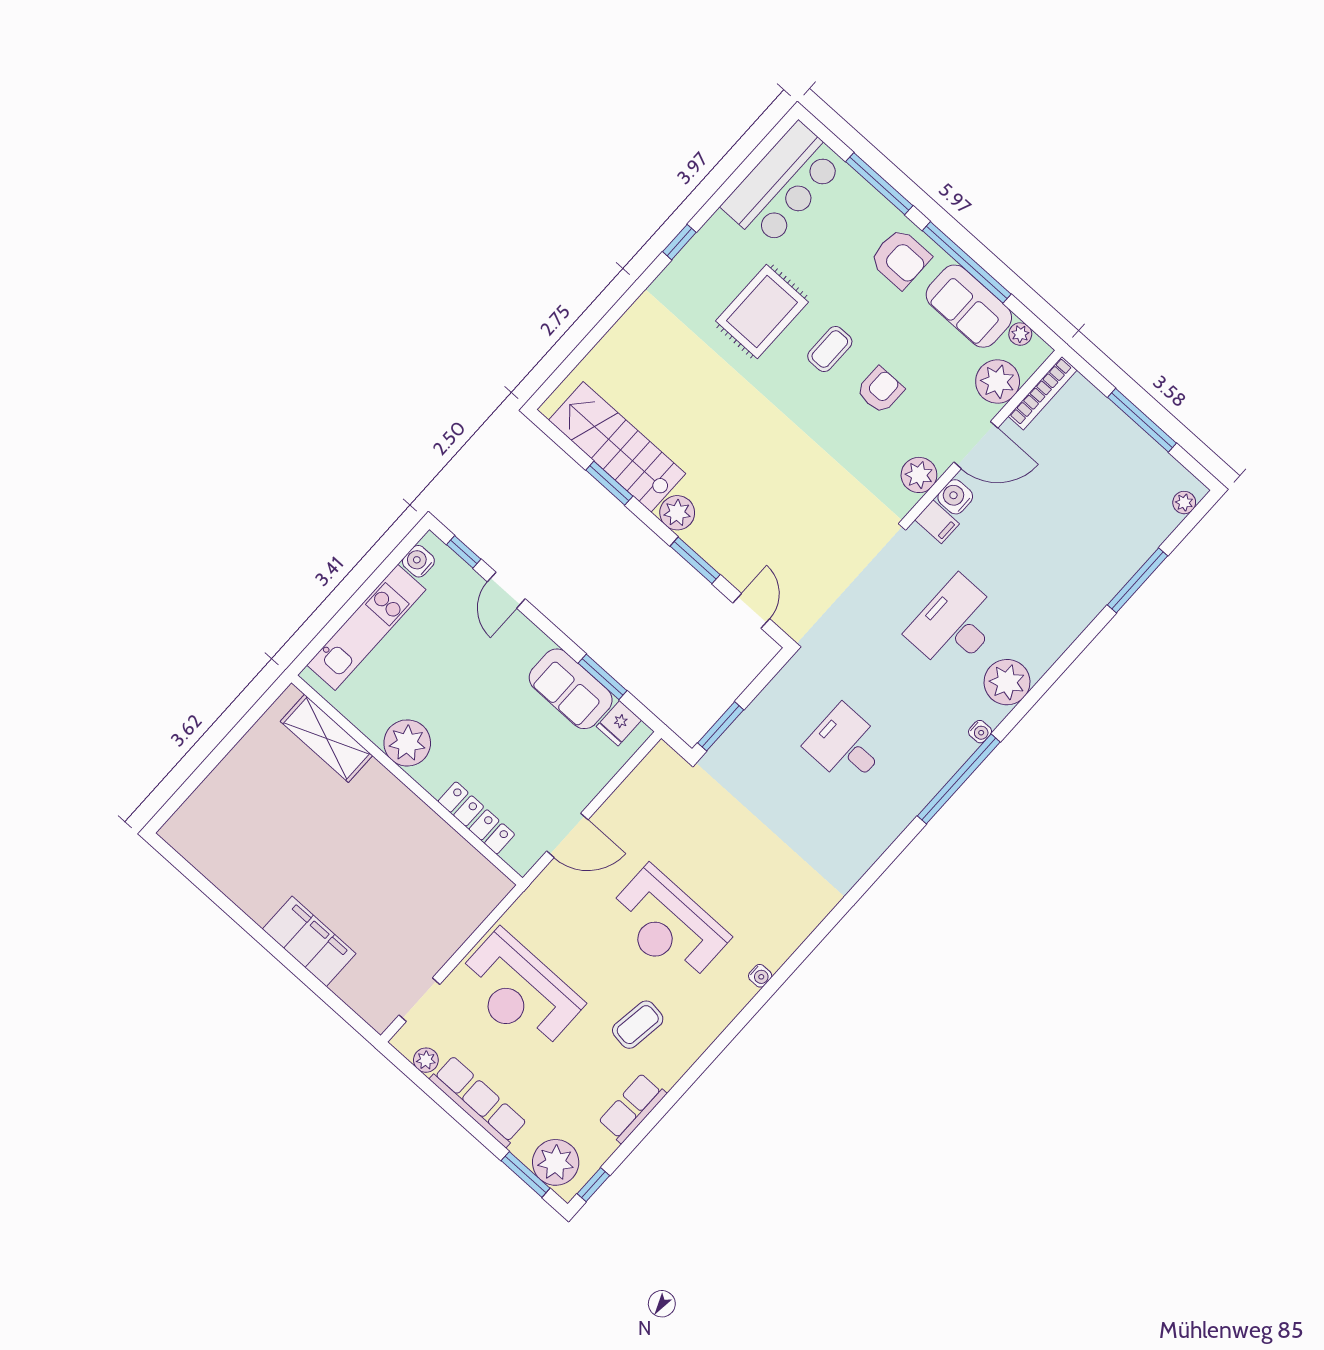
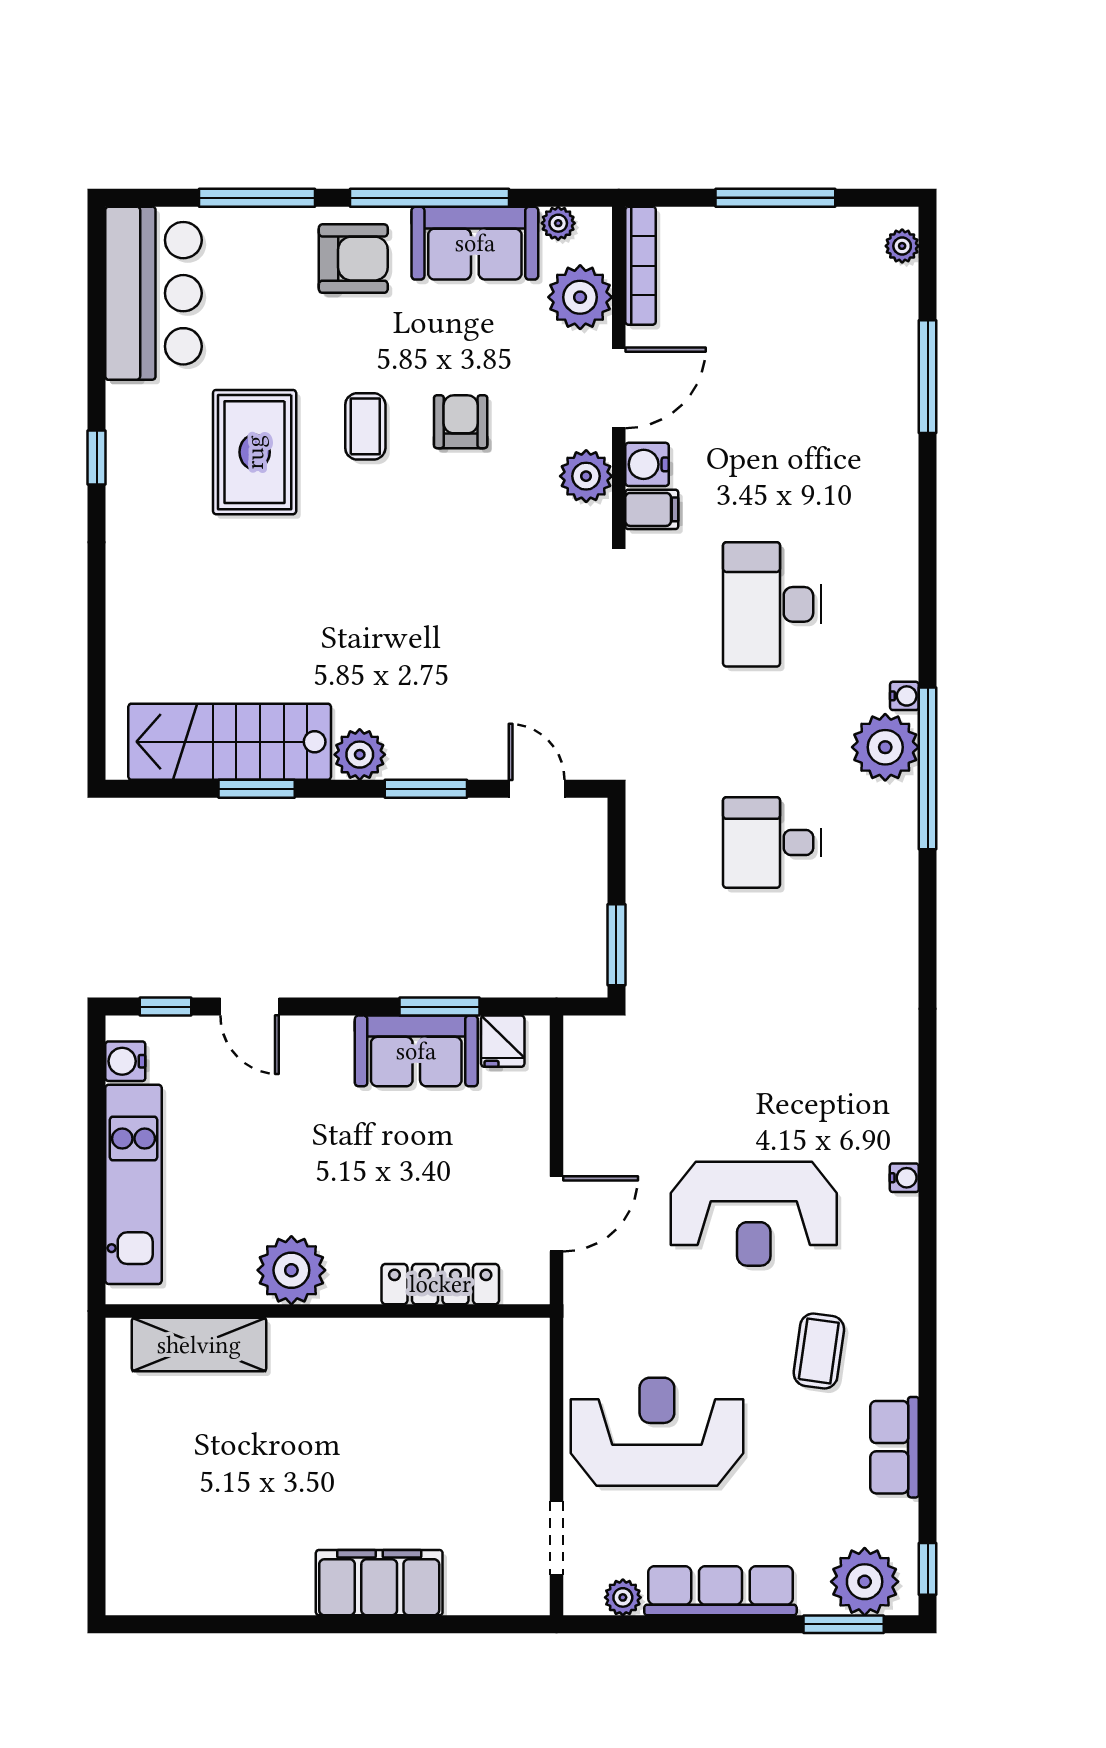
plant: (1007, 682) -> (885, 747), moved
reception desk: (519, 992) -> (657, 1432), turned 180

